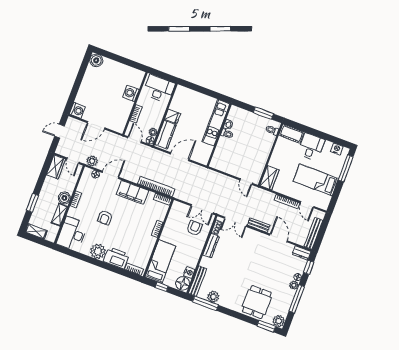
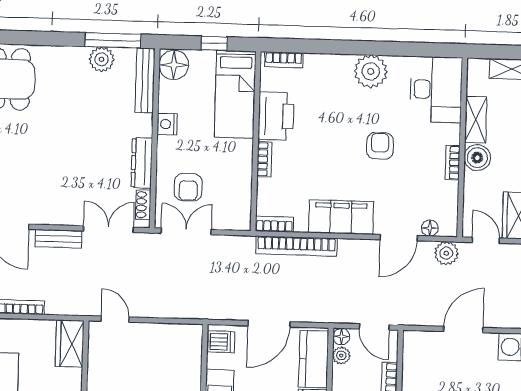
dishwasher: (203, 156) -> (221, 342), added
printer: (116, 258) -> (276, 116), moved, turned -90
nightstand: (189, 273) -> (167, 124), moved

